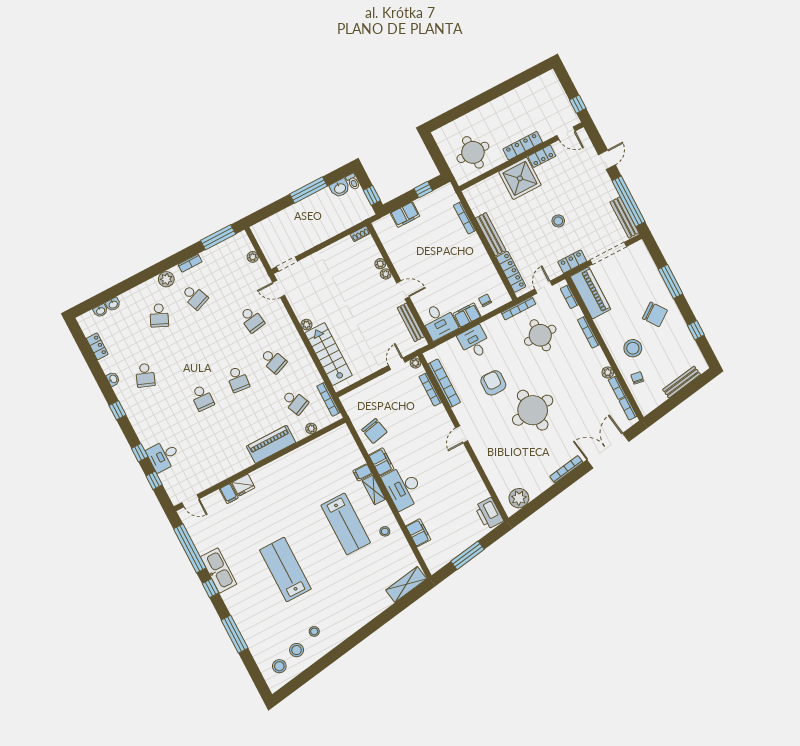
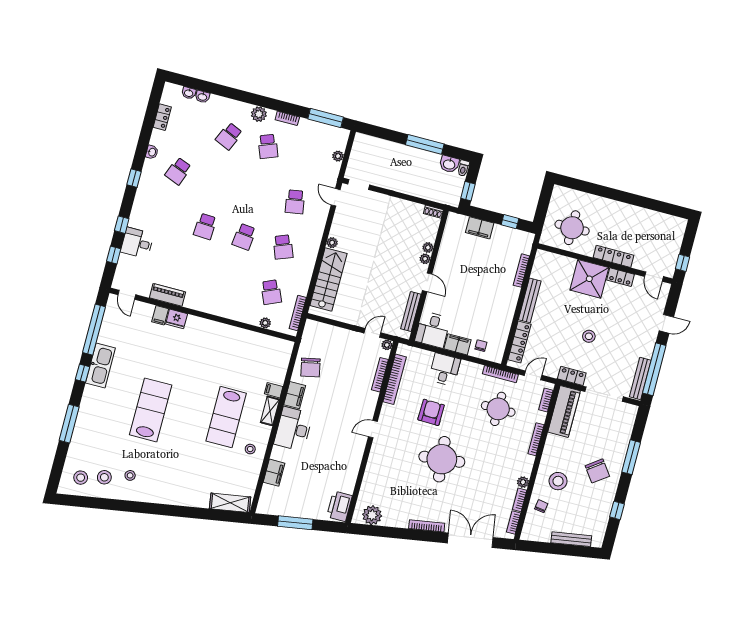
piano: (271, 444) -> (167, 295), moved, width x0.73, depth x0.75

